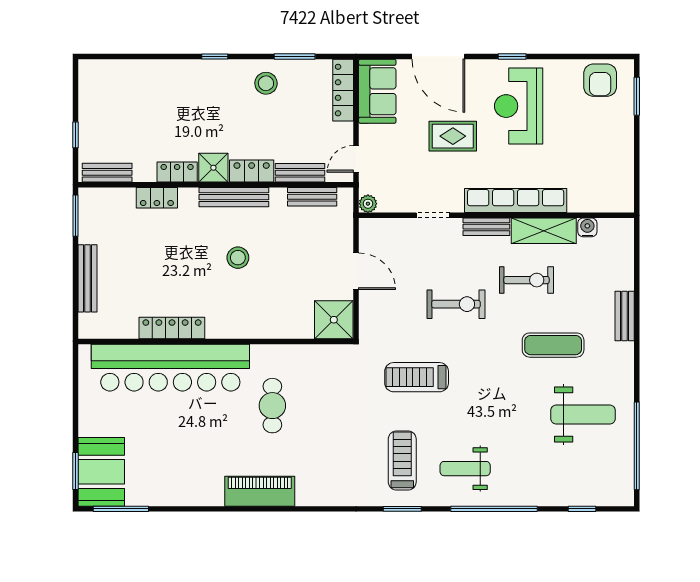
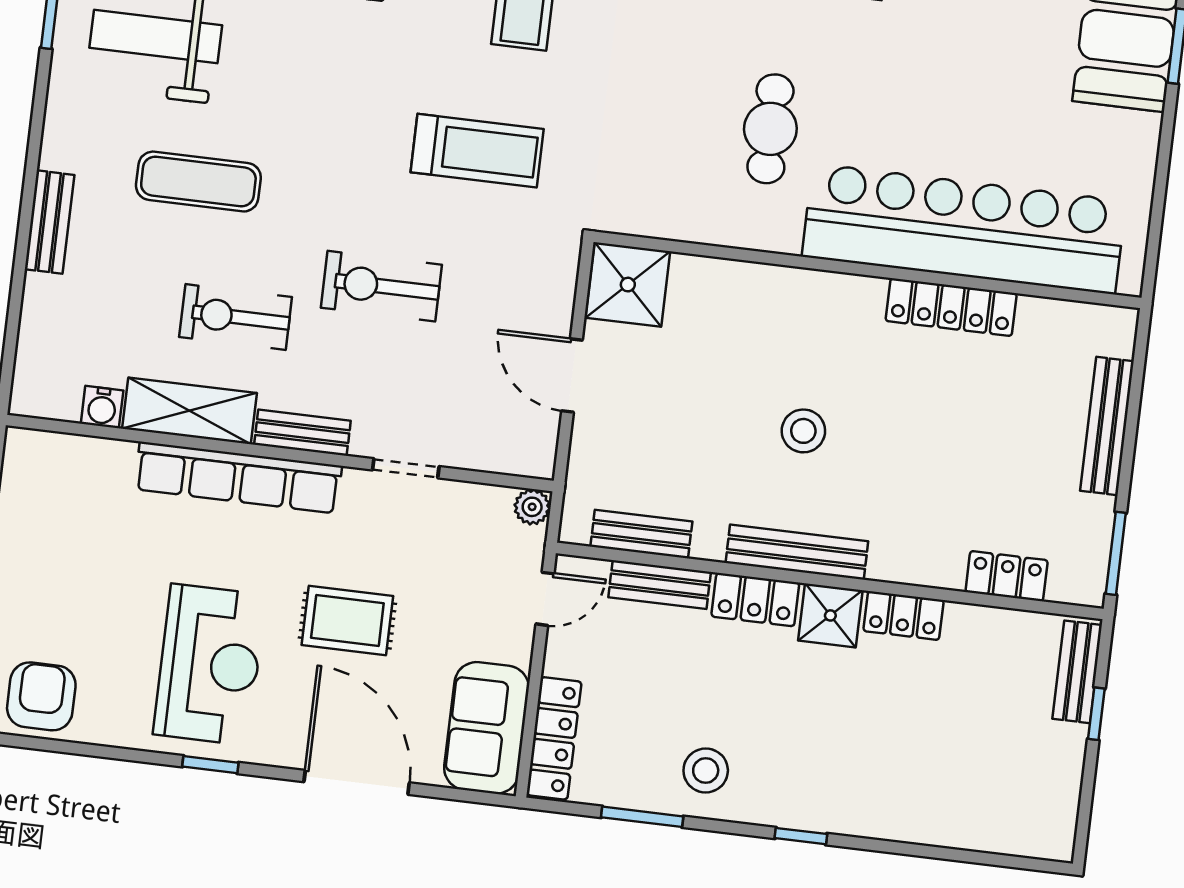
bench: (107, 173) -> (1077, 672), moved, turned 90
locker: (157, 198) -> (1007, 576), moved

